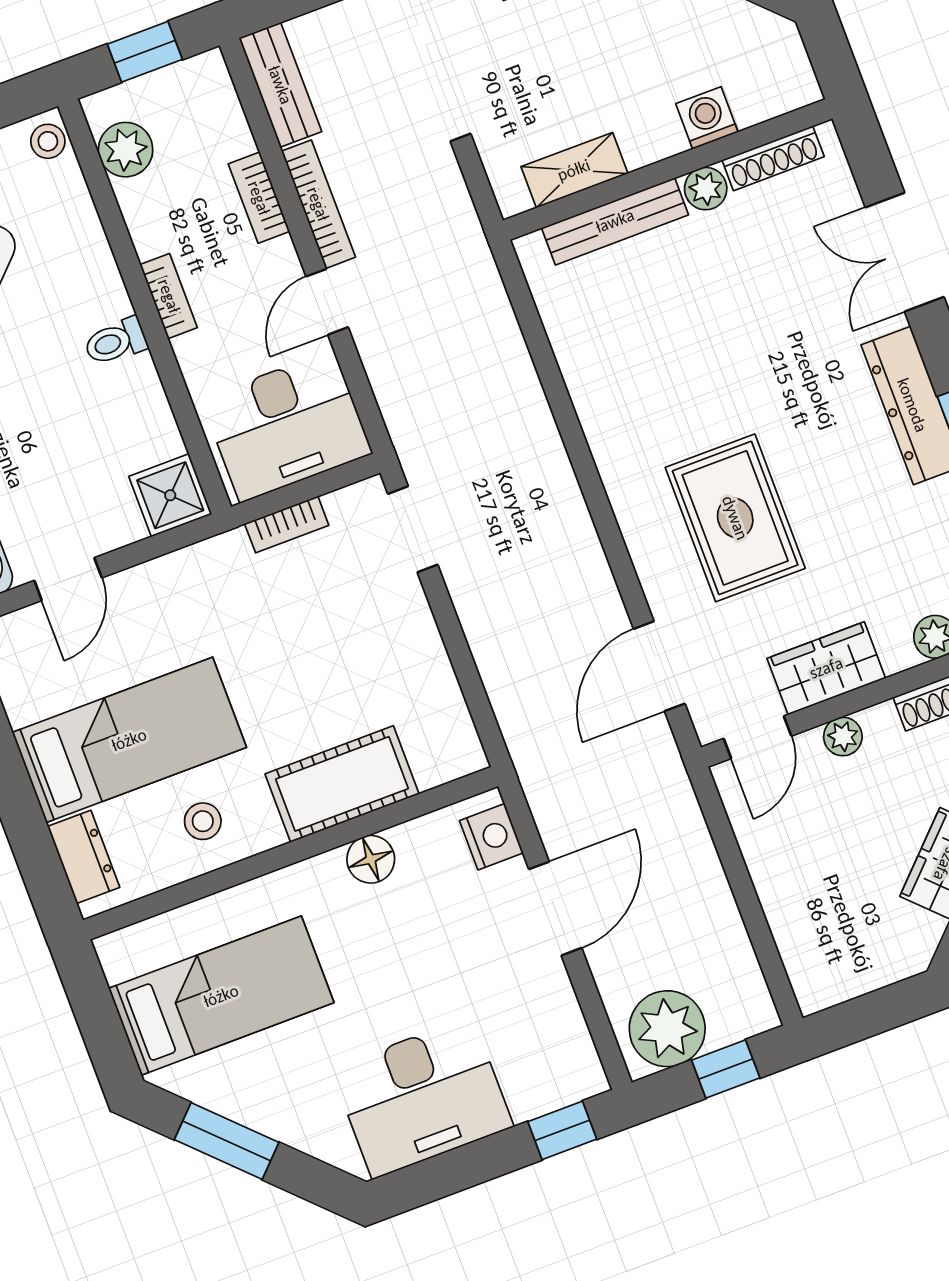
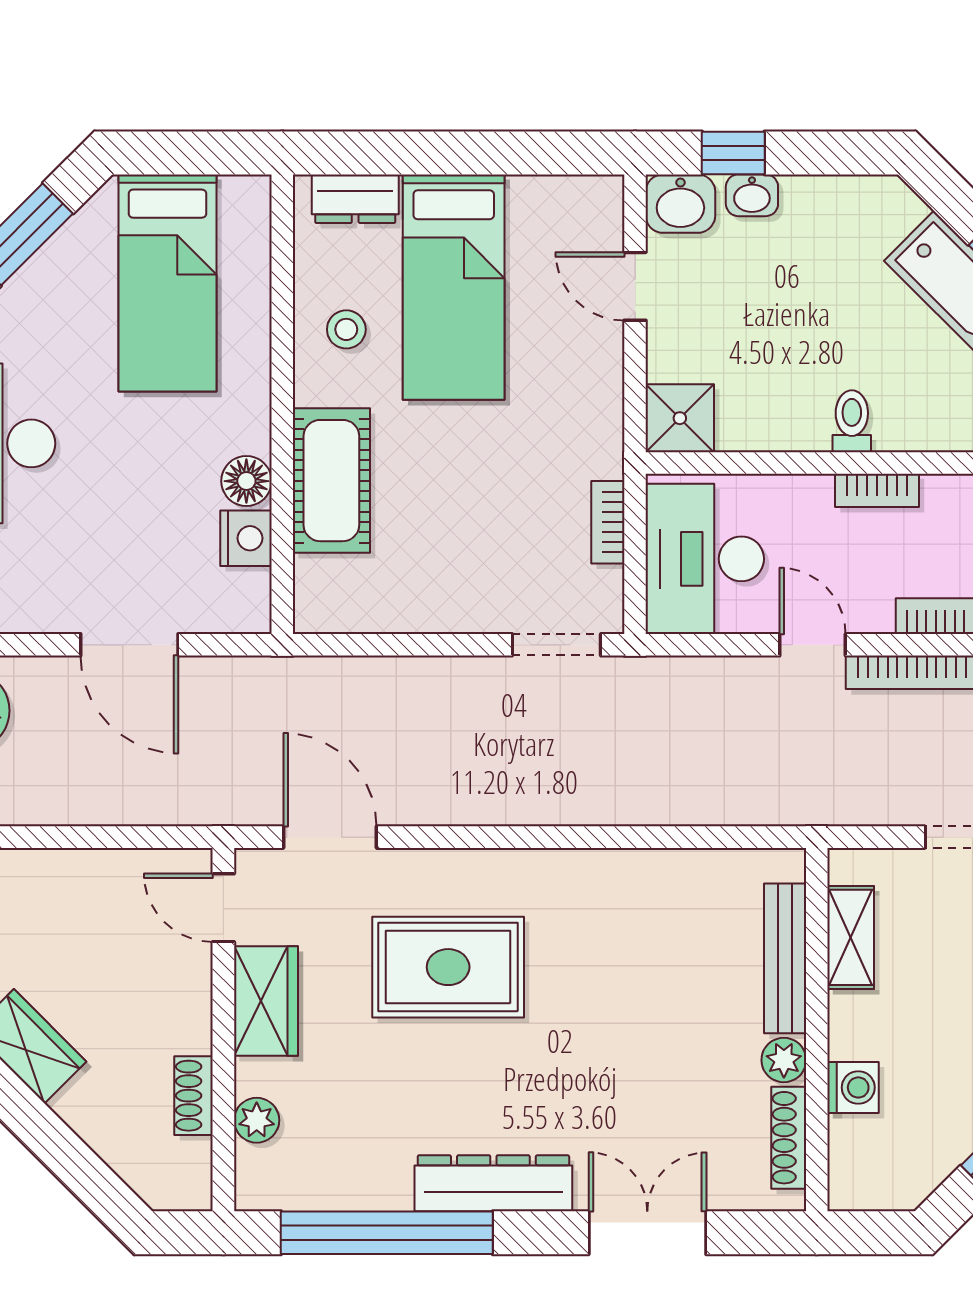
plant: (843, 737) -> (192, 992), removed
nightstand: (491, 837) -> (246, 538), moved, turned -90

